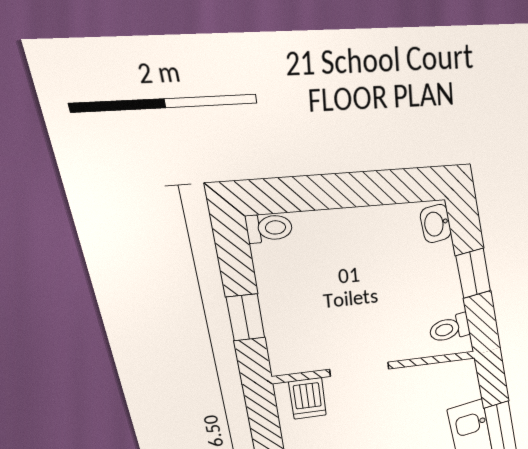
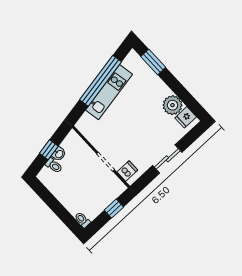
washbasin: (436, 224) -> (59, 154), moved
toilet: (449, 328) -> (54, 165), moved

